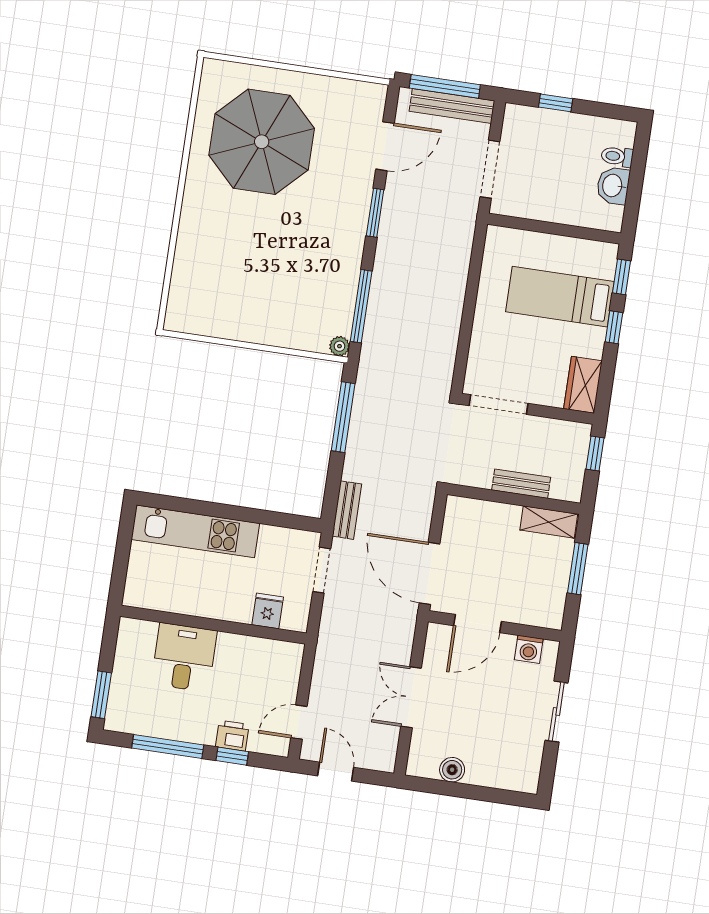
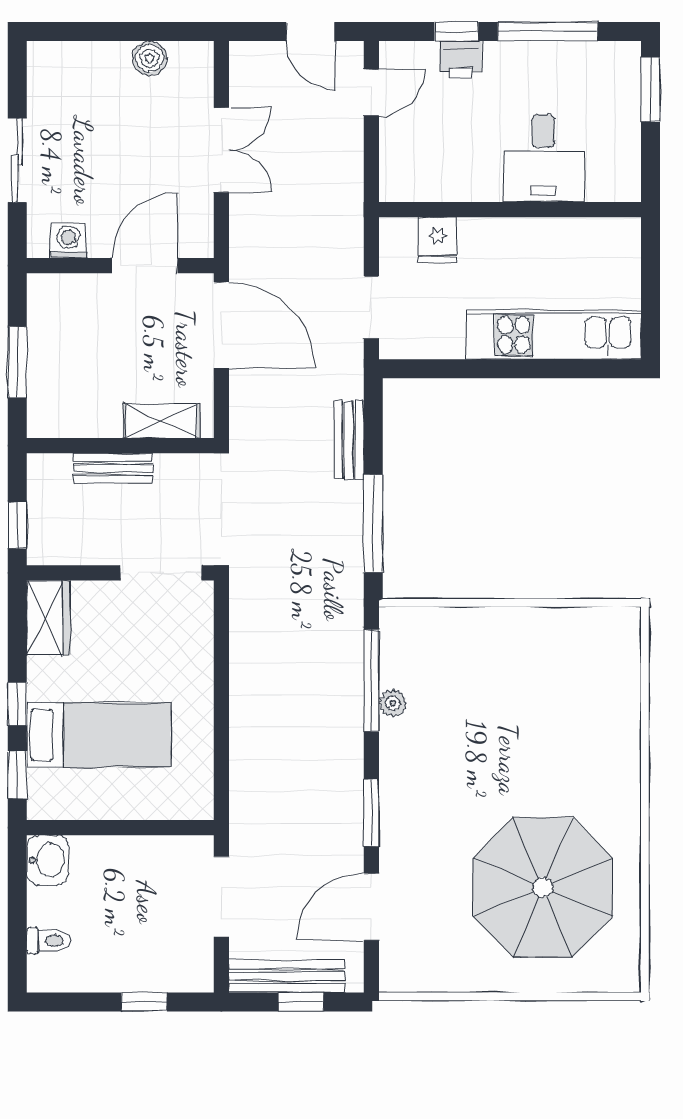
window: (445, 86) -> (301, 1002), width x0.46
washbasin: (613, 186) -> (48, 860), moved
plant: (339, 346) -> (393, 703), moved
bench: (347, 510) -> (349, 440), moved
shelving: (549, 522) -> (161, 421), moved

